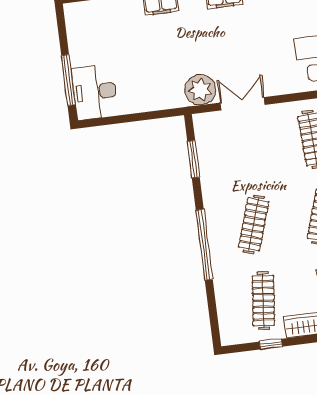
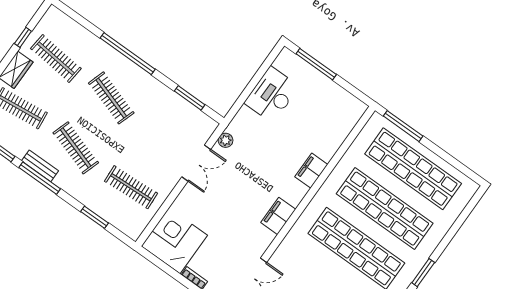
plant: (200, 90) -> (226, 140), width x0.53, depth x0.53
desk: (95, 92) -> (272, 95), moved, turned -90

